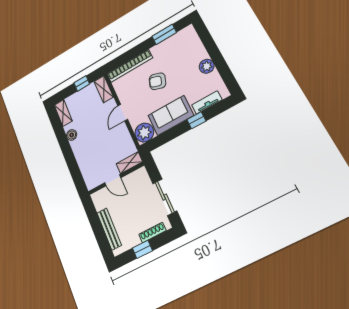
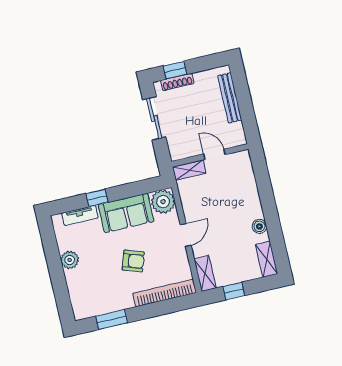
window: (142, 249) -> (175, 70), moved

